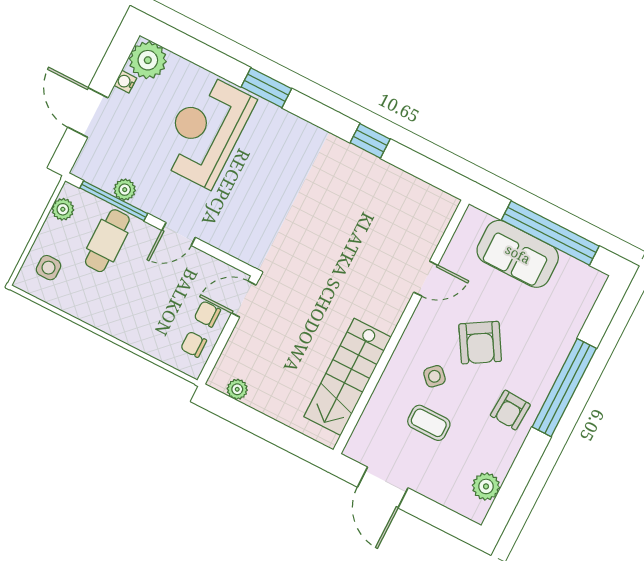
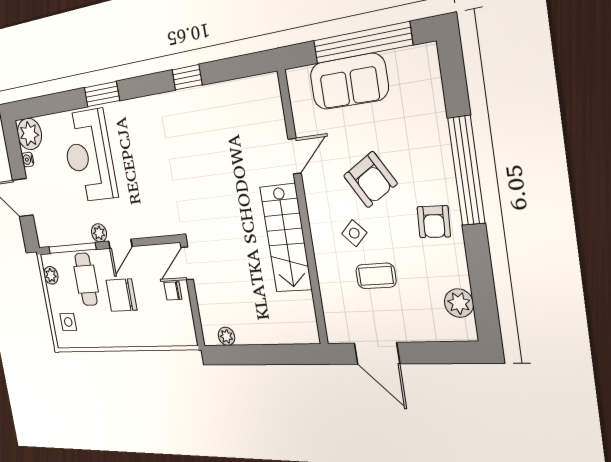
plant: (125, 190) -> (99, 233), moved
chair: (194, 344) -> (121, 295), moved, width x1.87, depth x1.87
stairs: (348, 377) -> (286, 238), moved

